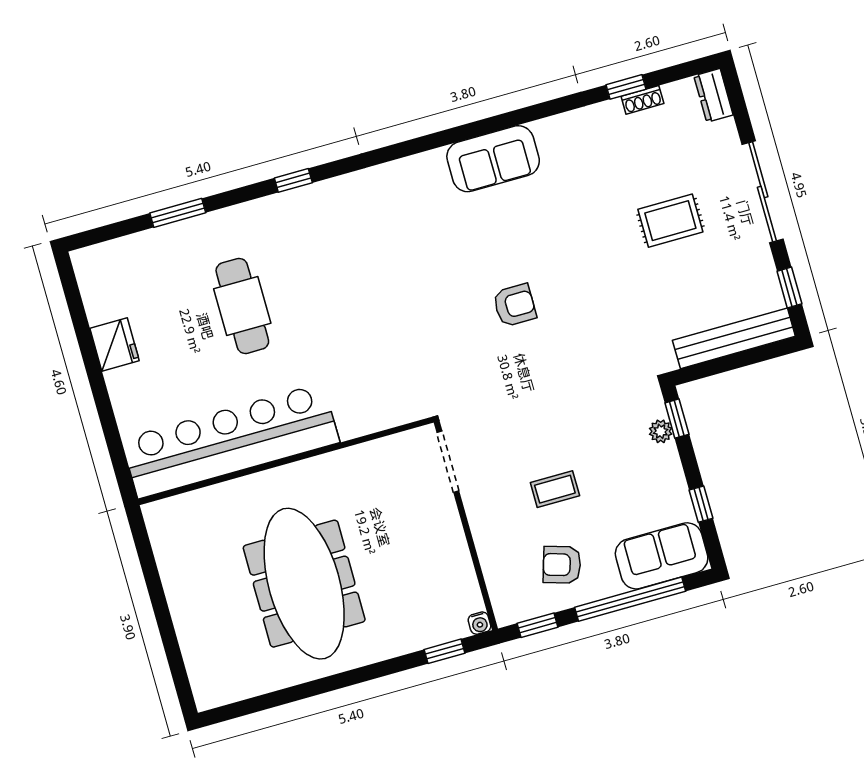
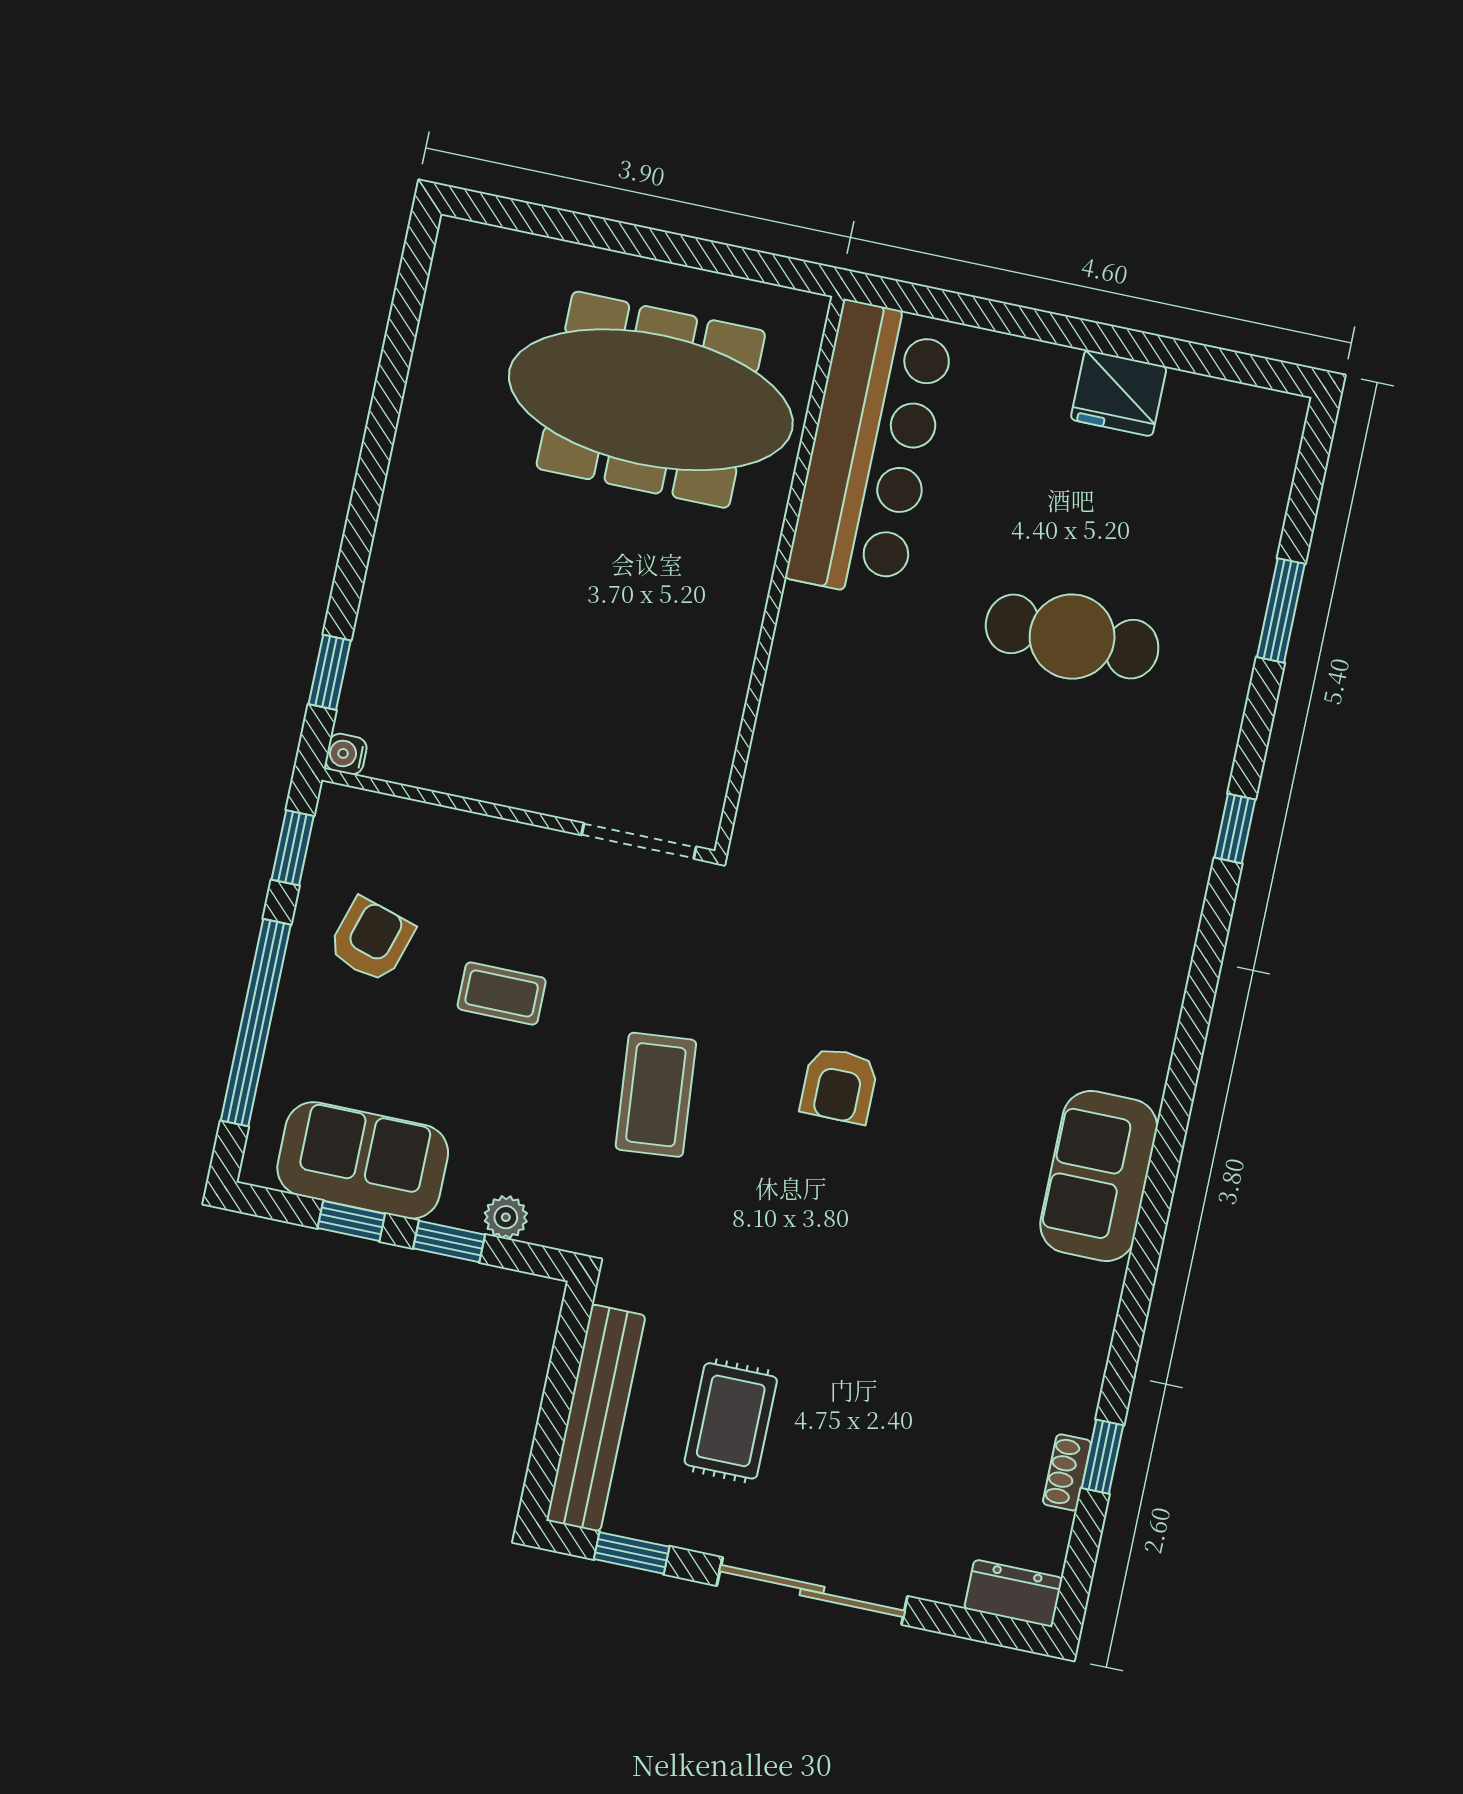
rug: (670, 221) -> (731, 1421), moved
coffee table: (565, 390) -> (656, 1095), added
window: (677, 419) -> (449, 1242), moved
bar counter: (230, 441) -> (871, 450), width x0.73
coffee table: (555, 489) -> (502, 994), turned 90
sofa: (662, 556) -> (363, 1160), moved, turned -90
meeting table: (304, 584) -> (651, 400), moved

